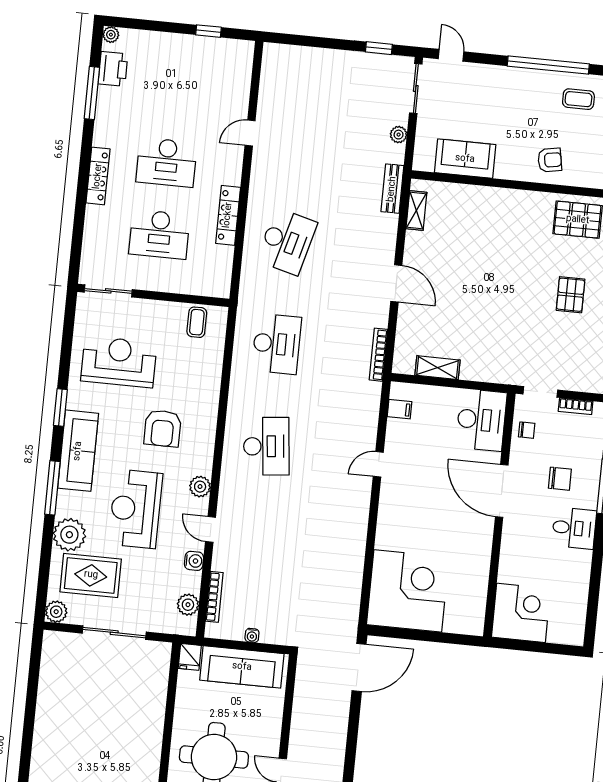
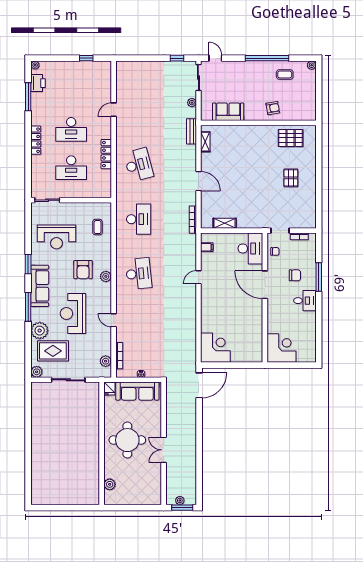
desk: (287, 242) -> (139, 165), turned -30
coffee table: (197, 322) -> (98, 227), moved
reception desk: (119, 362) -> (56, 237), turned 180
plant: (200, 487) -> (106, 276), moved
water cooler: (194, 561) -> (107, 338), removed
corner desk: (408, 591) -> (215, 348), width x0.74, depth x0.74

